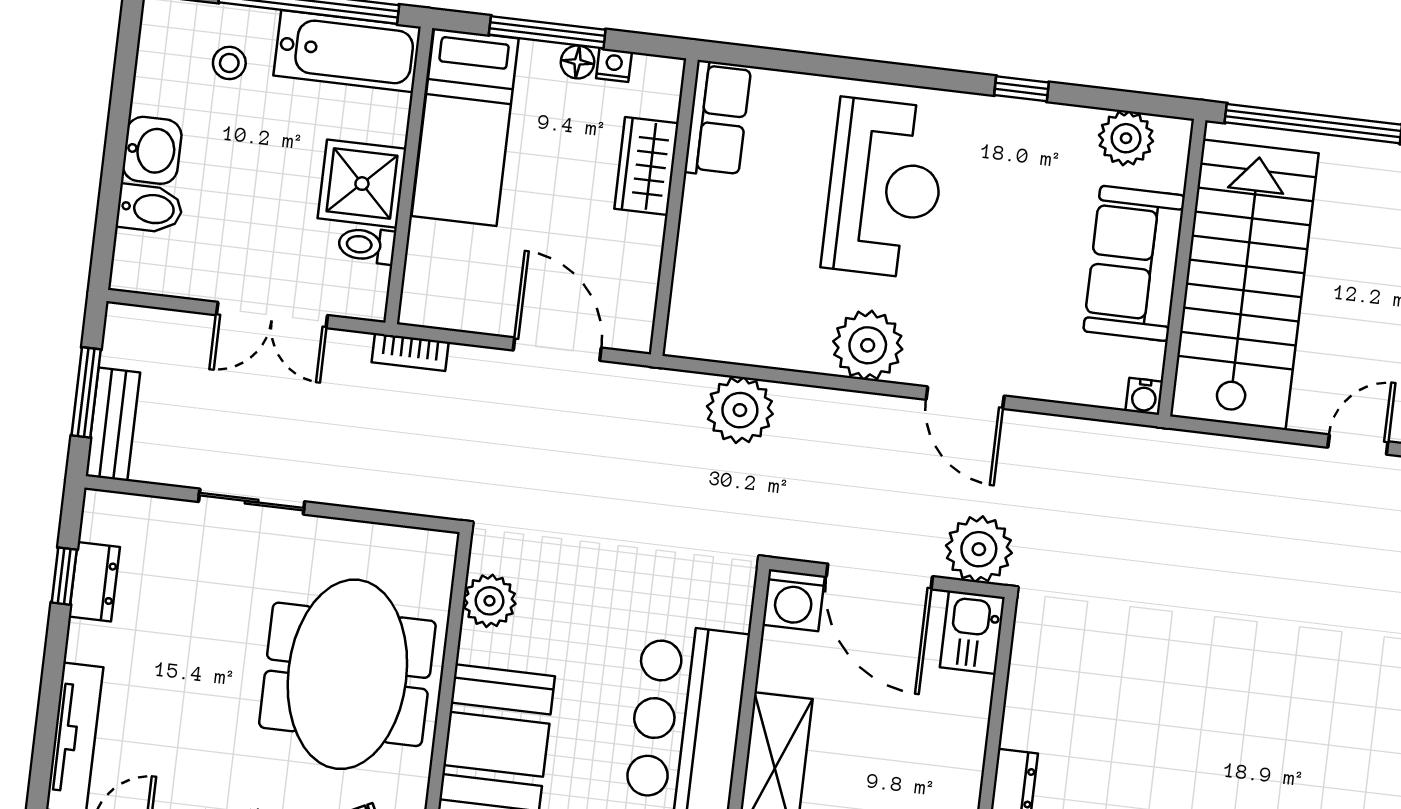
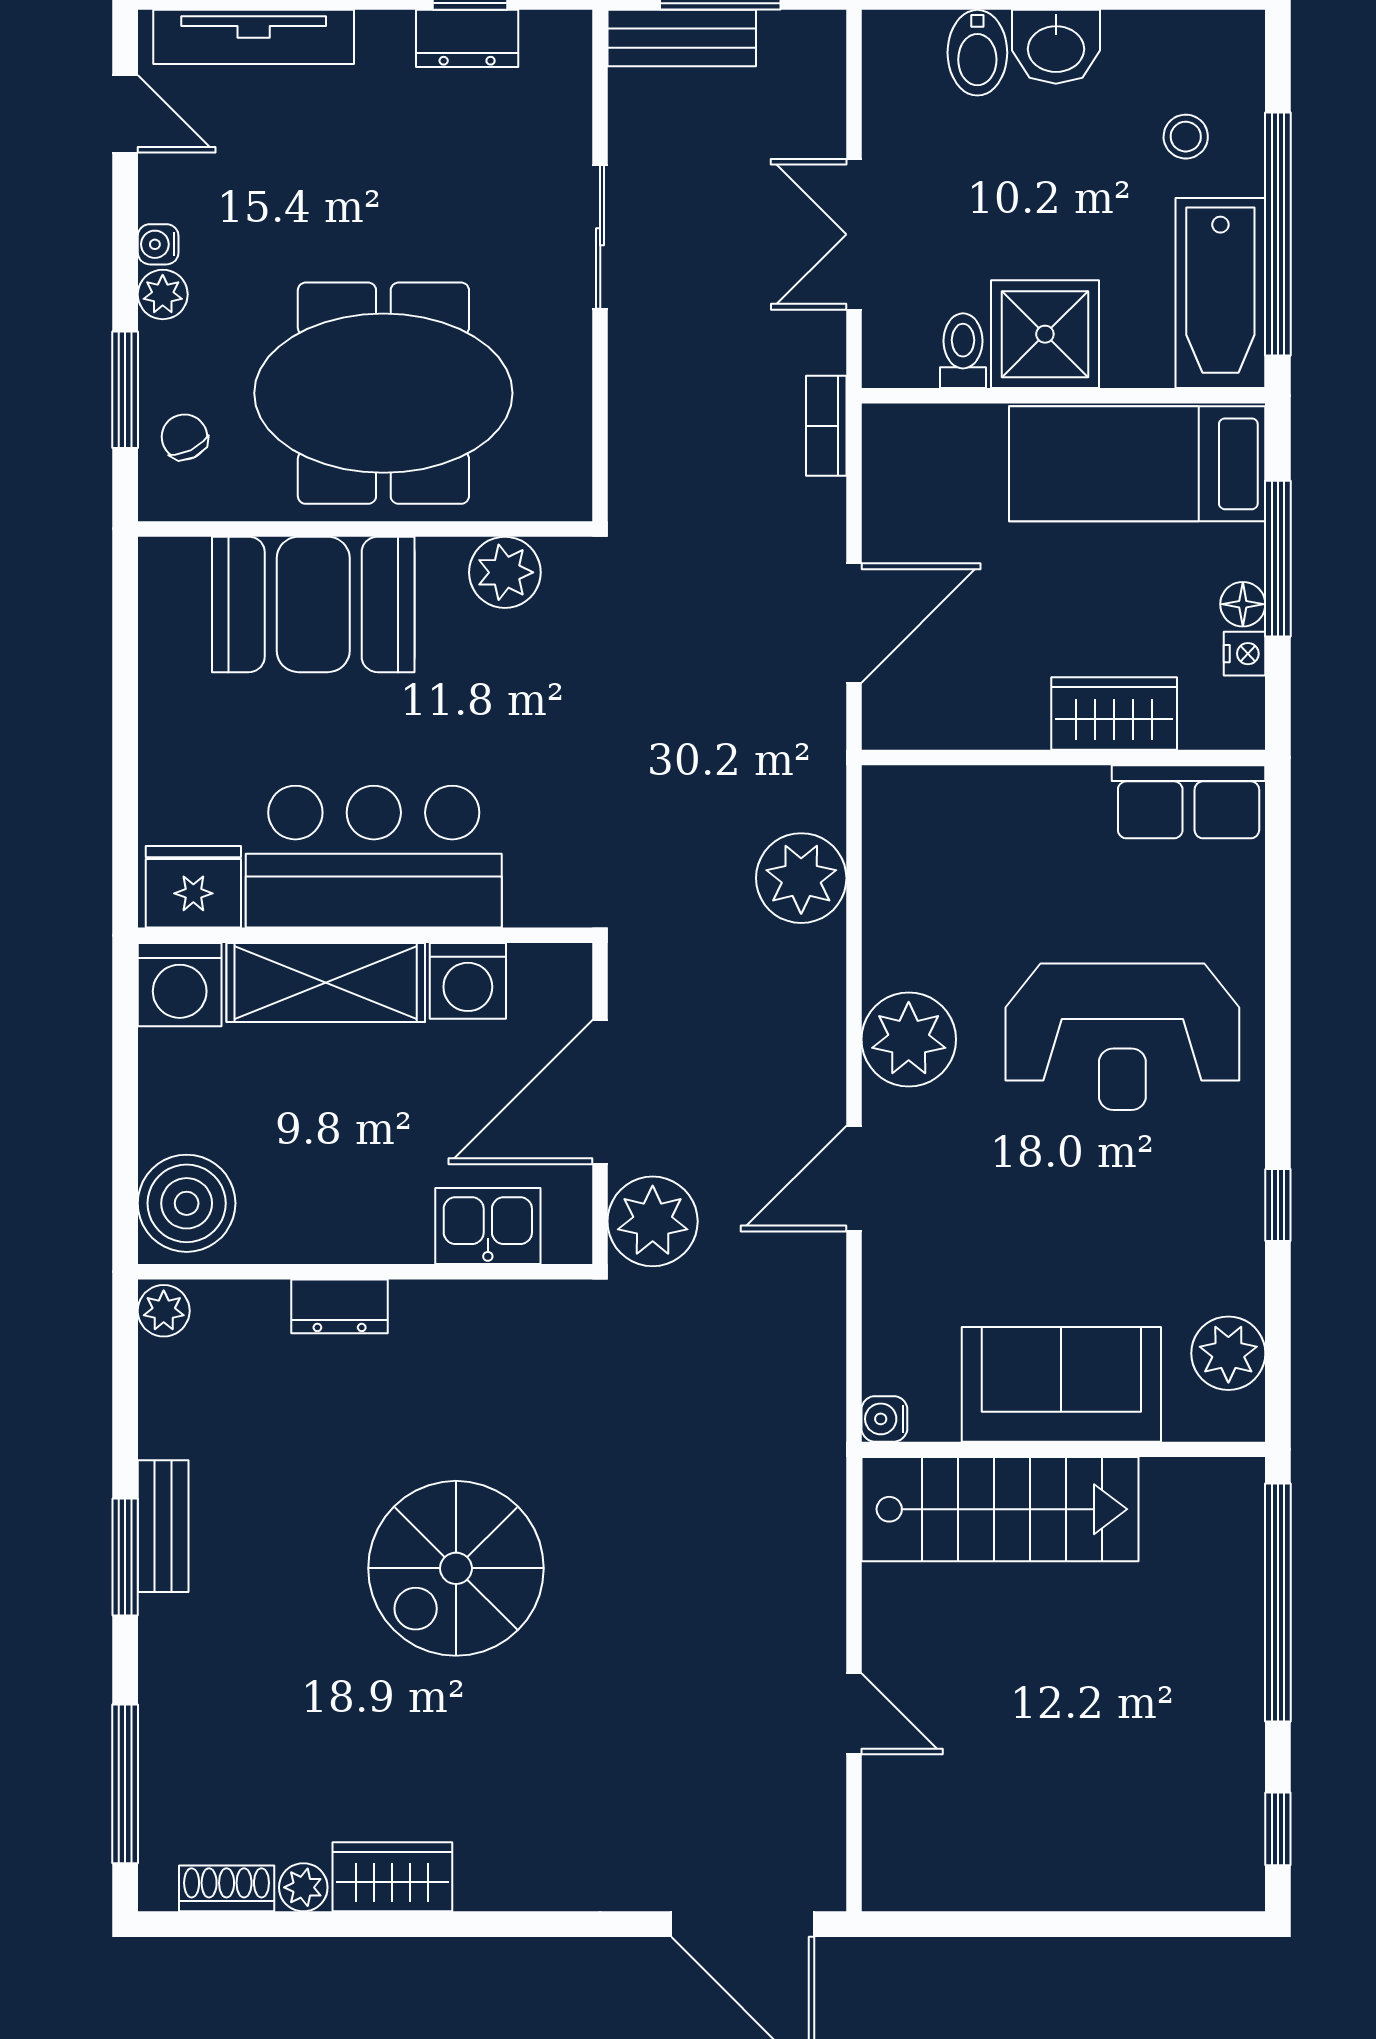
stairs: (1244, 285) -> (1000, 1509), width x0.73, depth x0.66
washing machine: (794, 600) -> (468, 981), moved, turned -90
kitchen sink: (972, 632) -> (488, 1226), moved
spiral stairs: (1216, 724) -> (456, 1568), added

